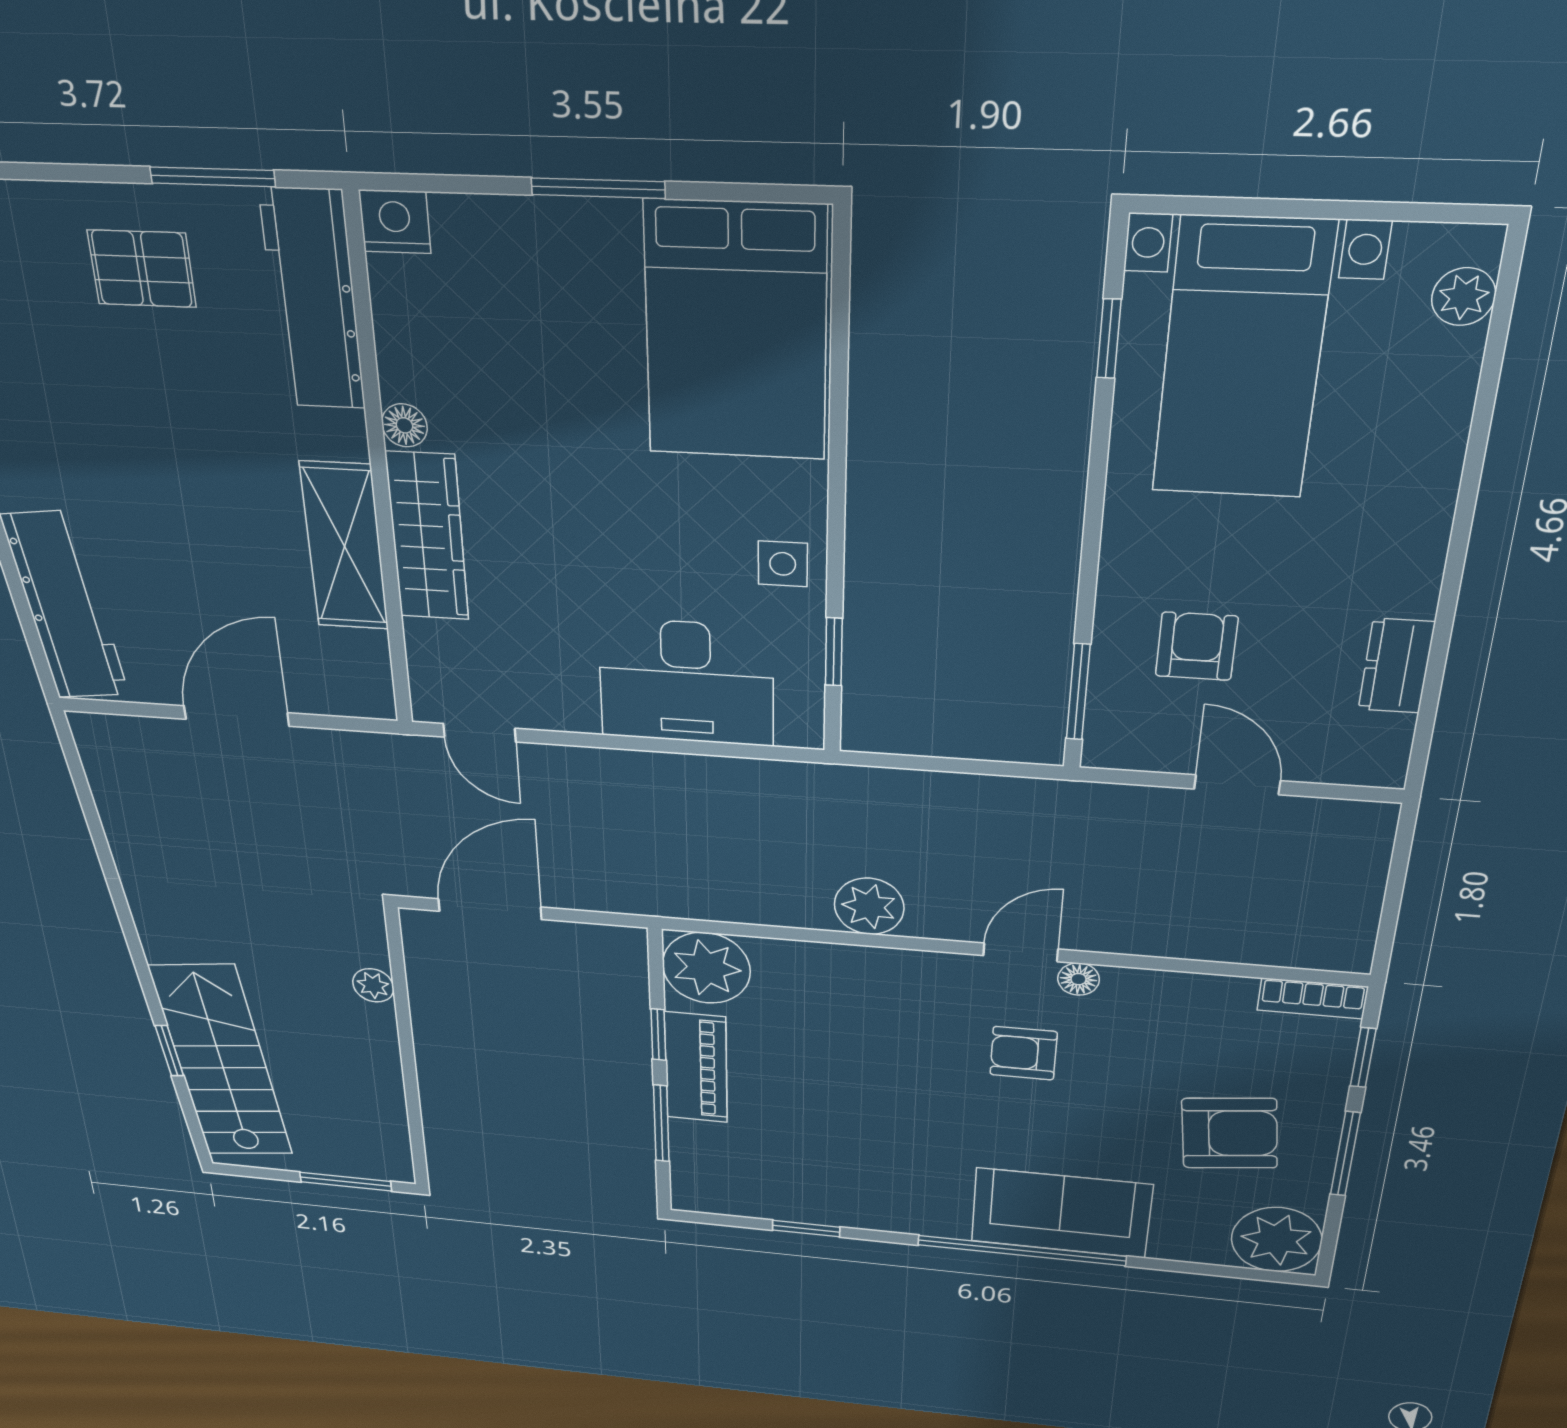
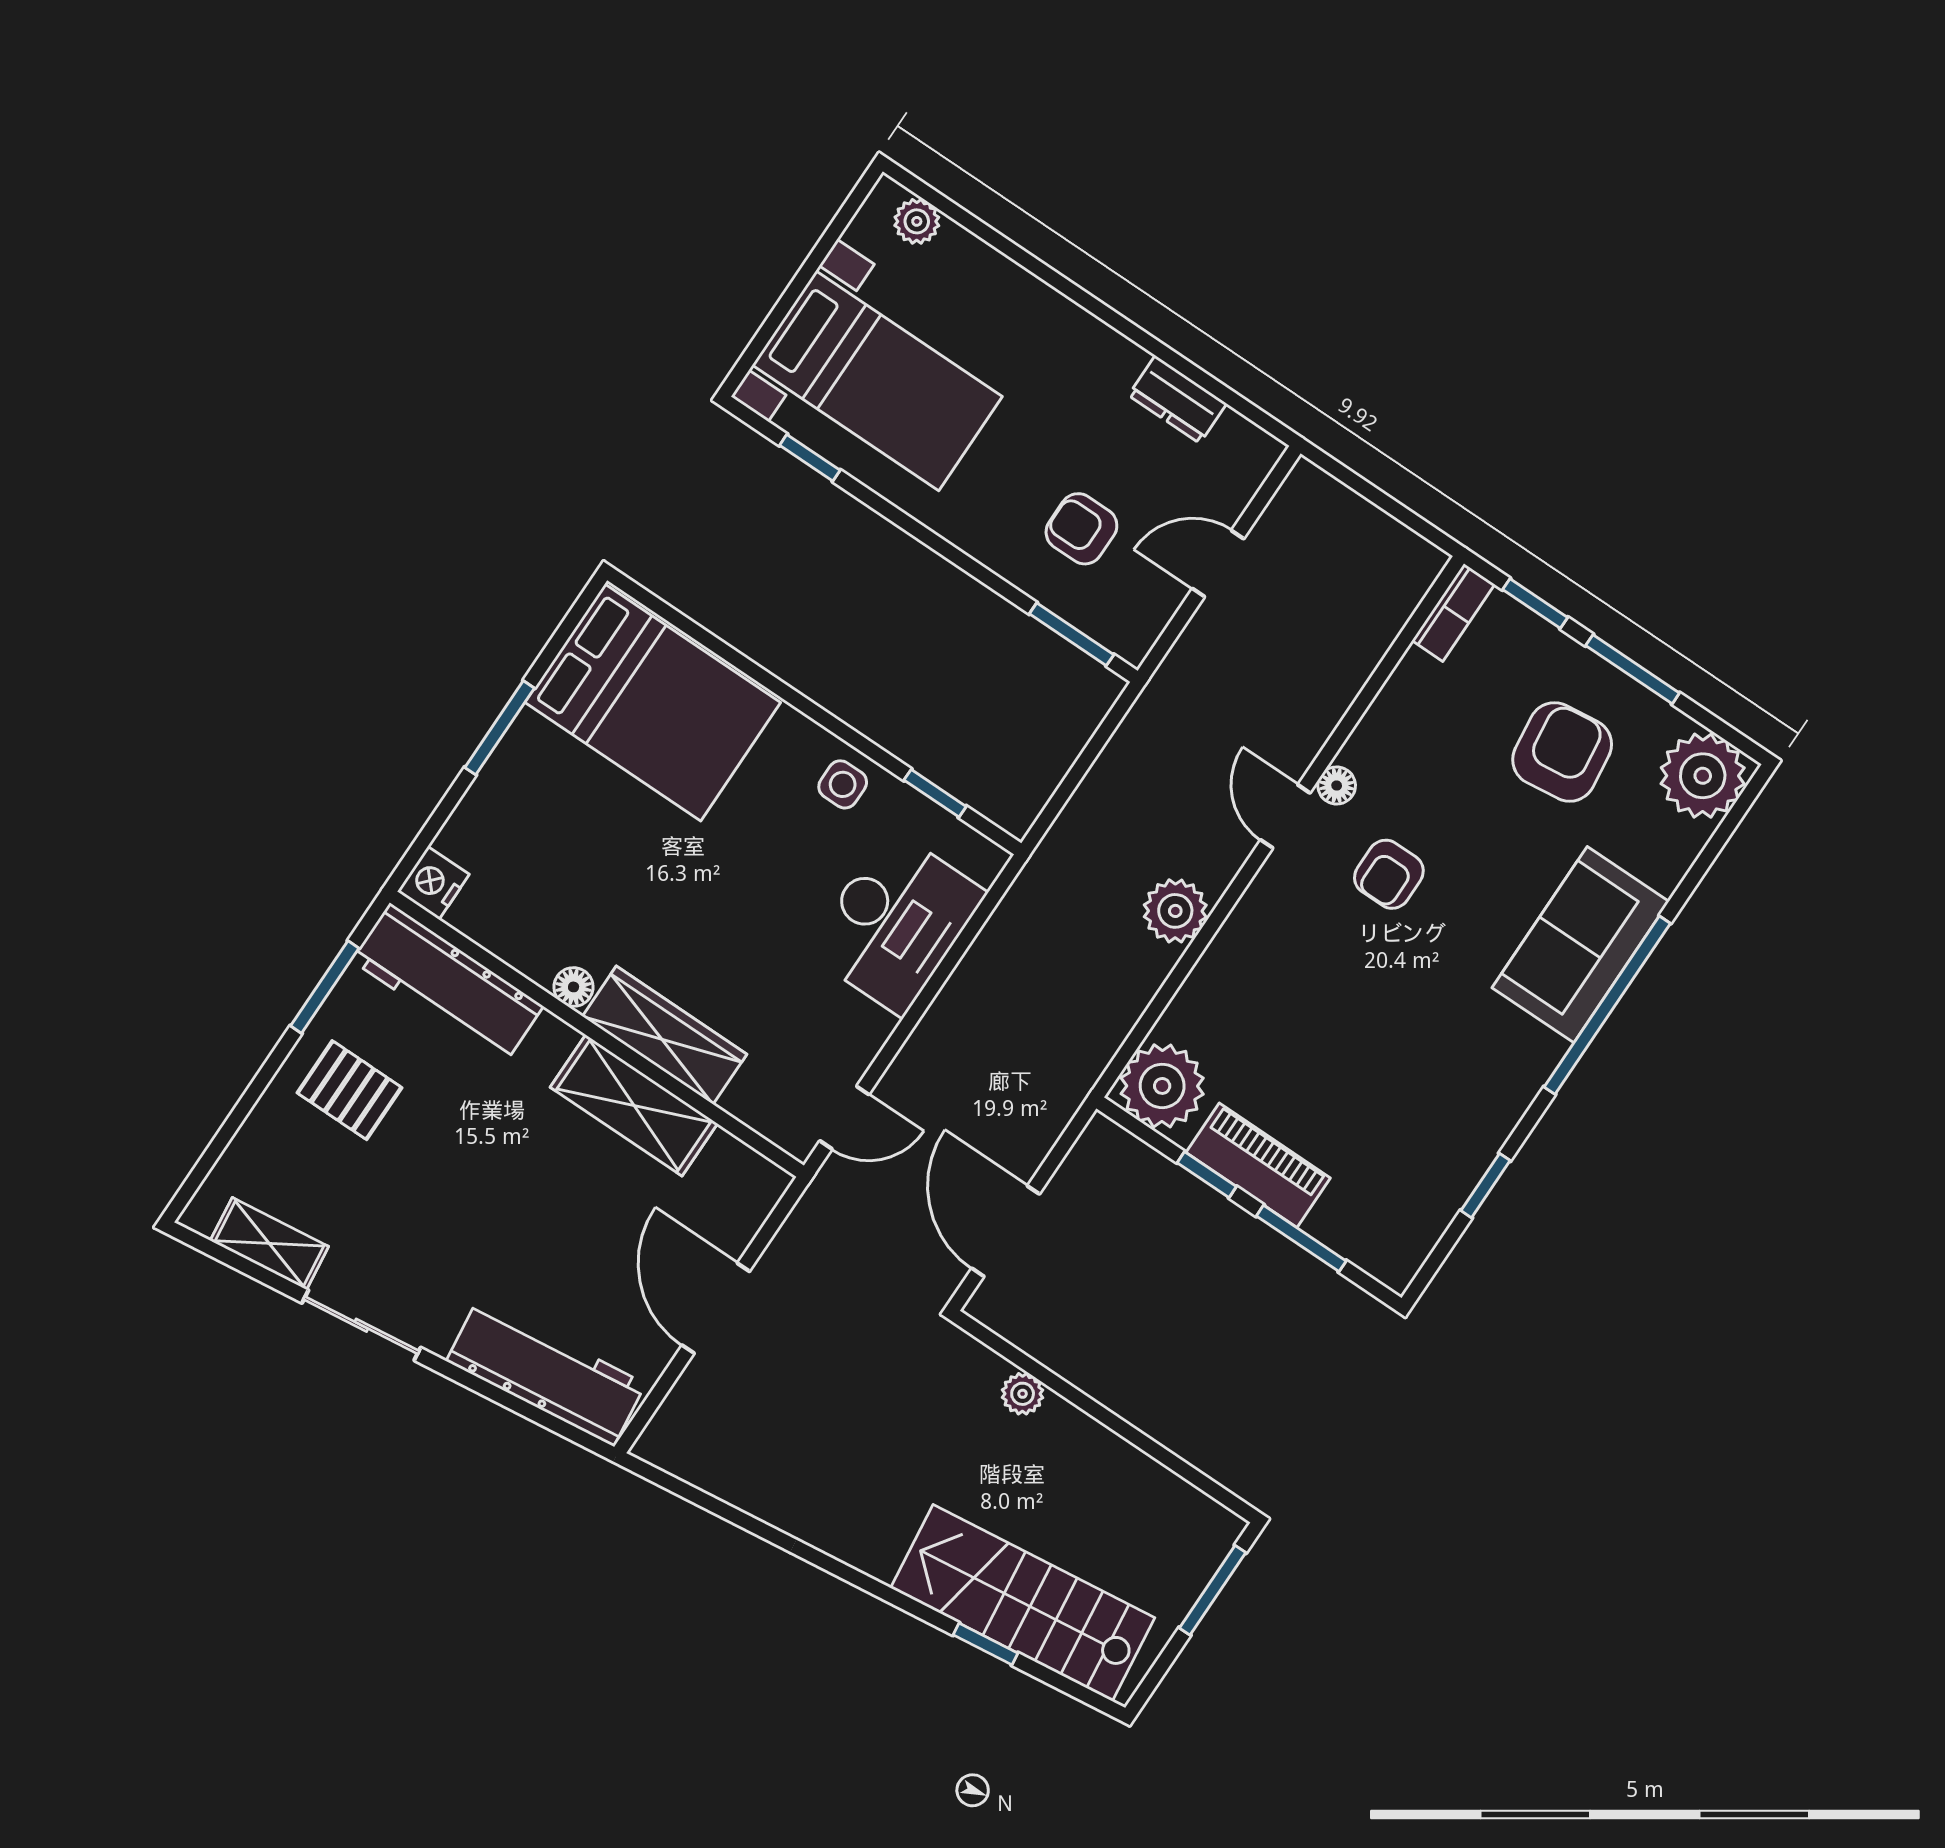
pallet: (142, 269) -> (349, 1090), turned 90

